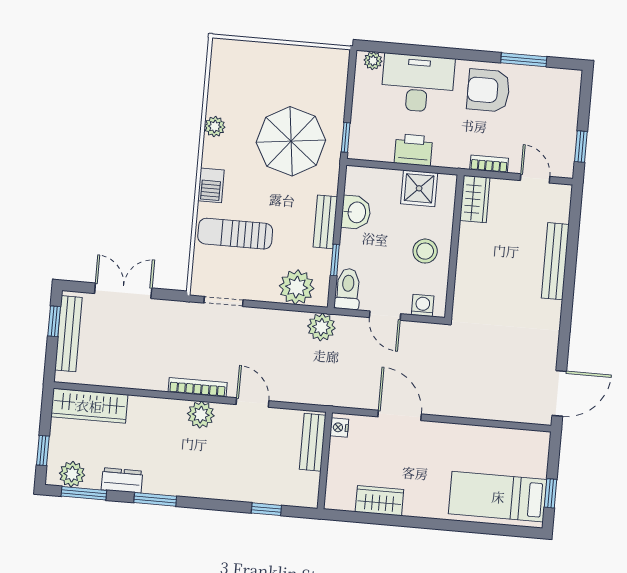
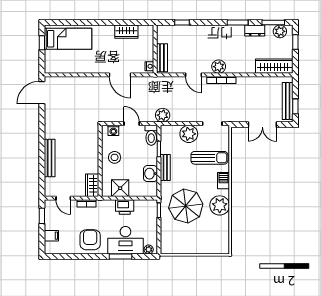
window: (524, 60) -> (121, 257), moved
armchair: (488, 90) -> (90, 240), turned -90
filing cabinet: (565, 105) -> (51, 236), added
plant: (215, 127) -> (220, 205), width x1.87, depth x1.87
plant: (297, 287) -> (189, 134), moved

